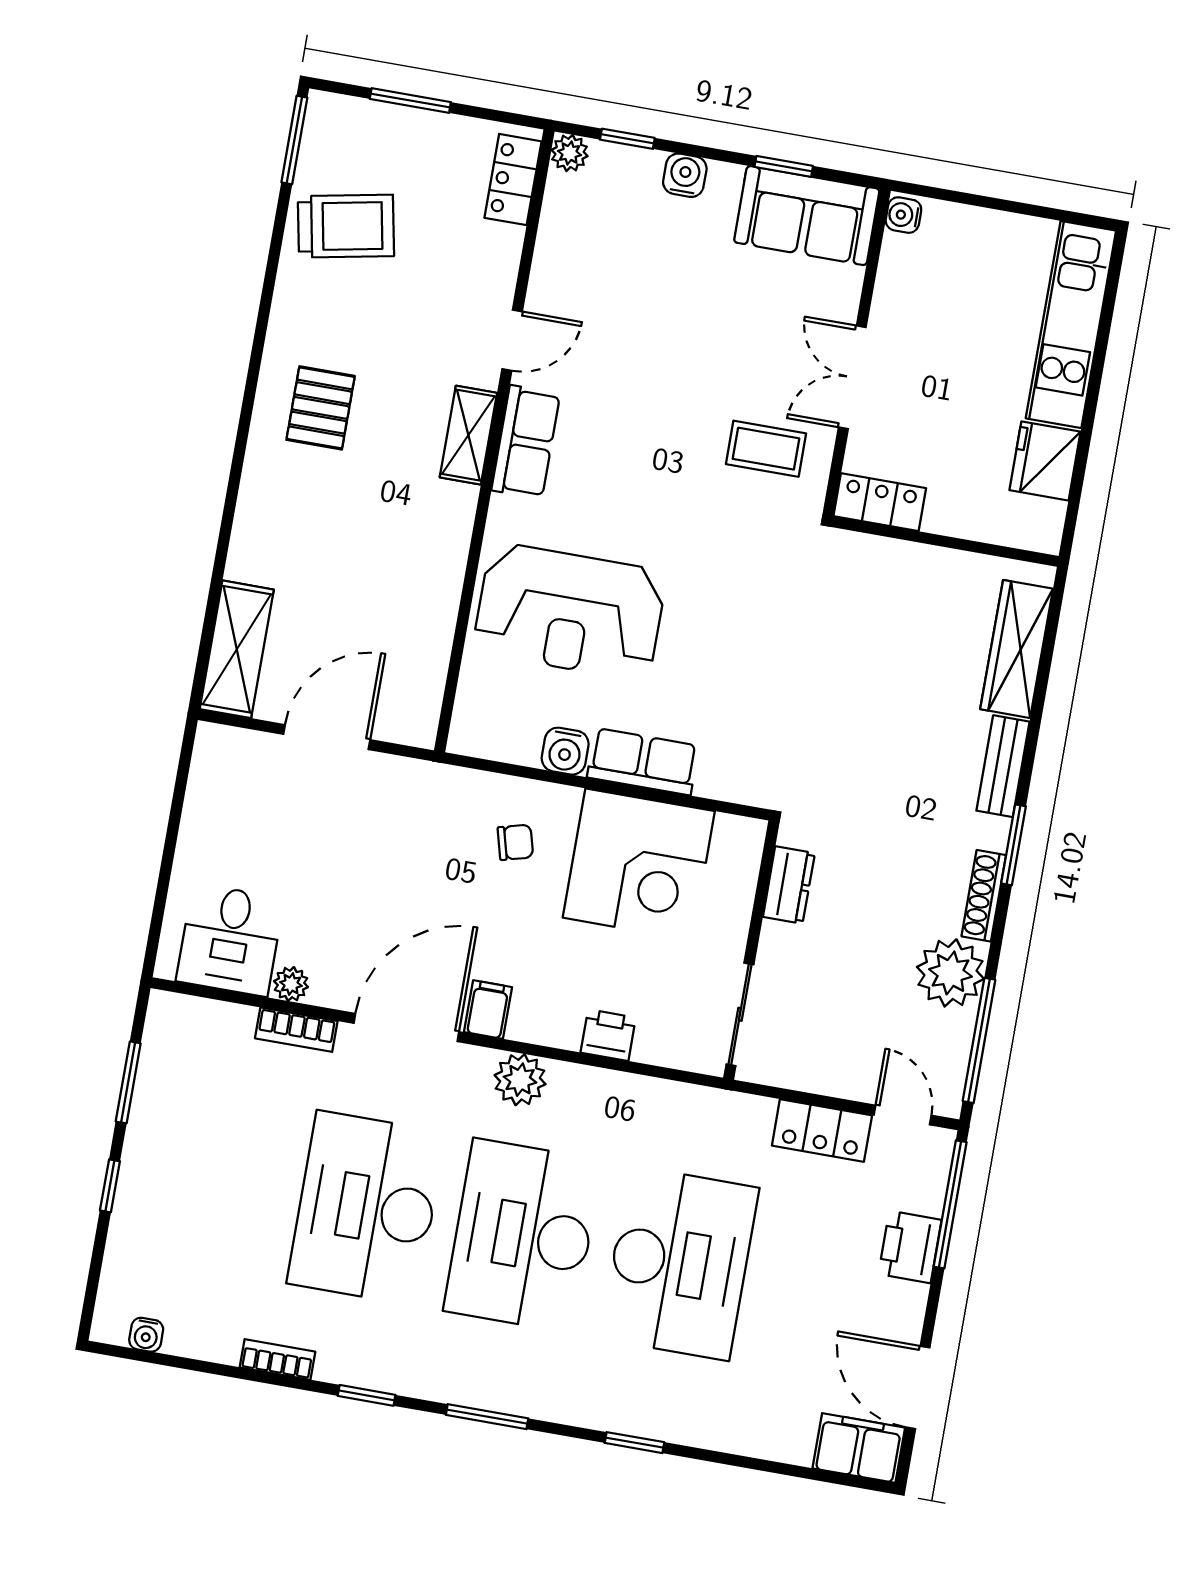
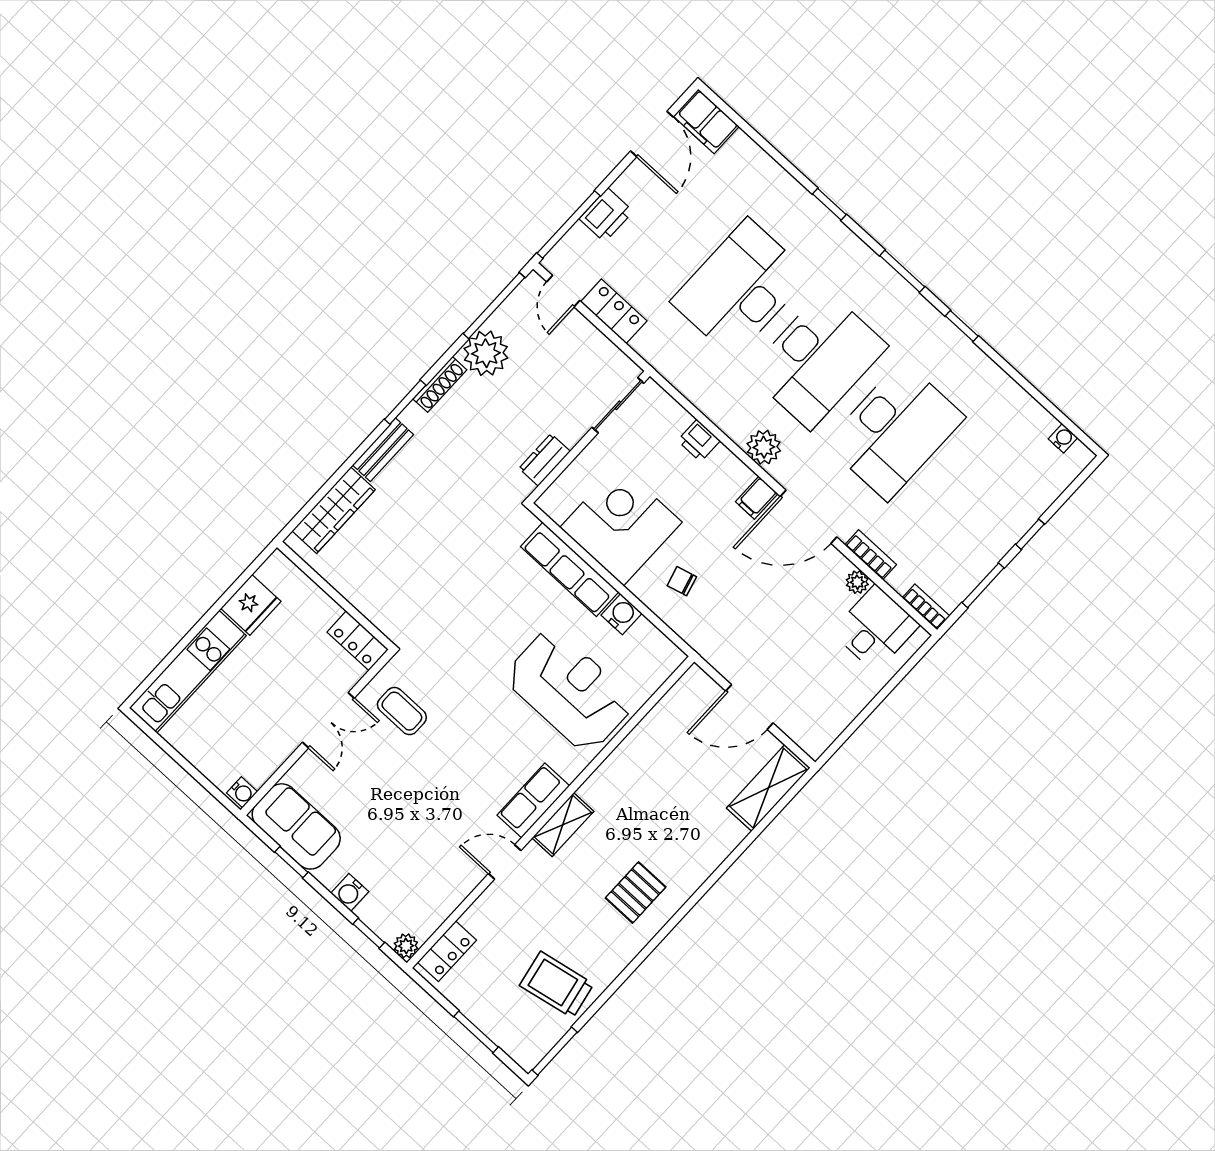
row of seats: (643, 762) -> (570, 569), width x1.48
bookcase: (277, 1359) -> (926, 607), moved, turned 180

